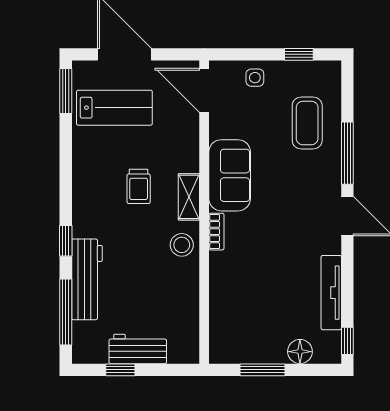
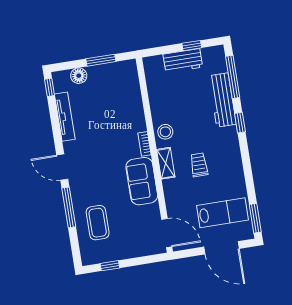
side table: (255, 78) -> (136, 246), removed
lab bench: (114, 108) -> (222, 213), turned 180

